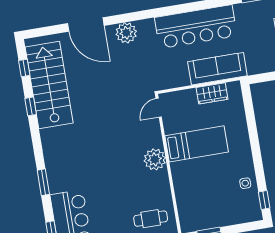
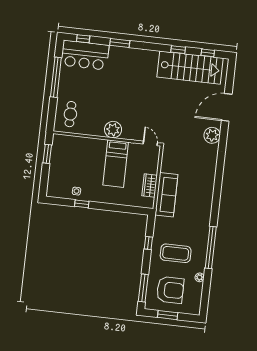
bar counter: (196, 27) -> (202, 188), removed
window: (264, 200) -> (82, 204), moved

